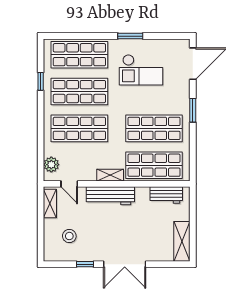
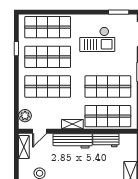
window: (130, 36) -> (119, 12), moved
door: (69, 184) -> (39, 131), hinge flipped
workbench: (166, 195) -> (106, 140), moved

